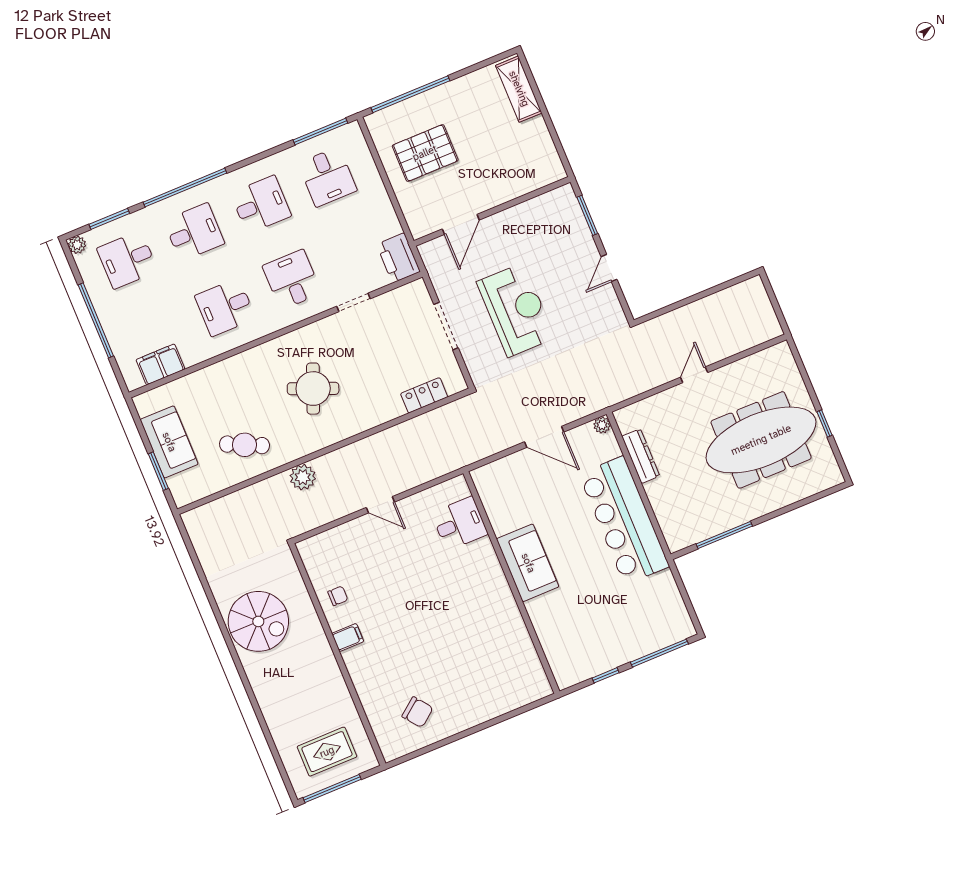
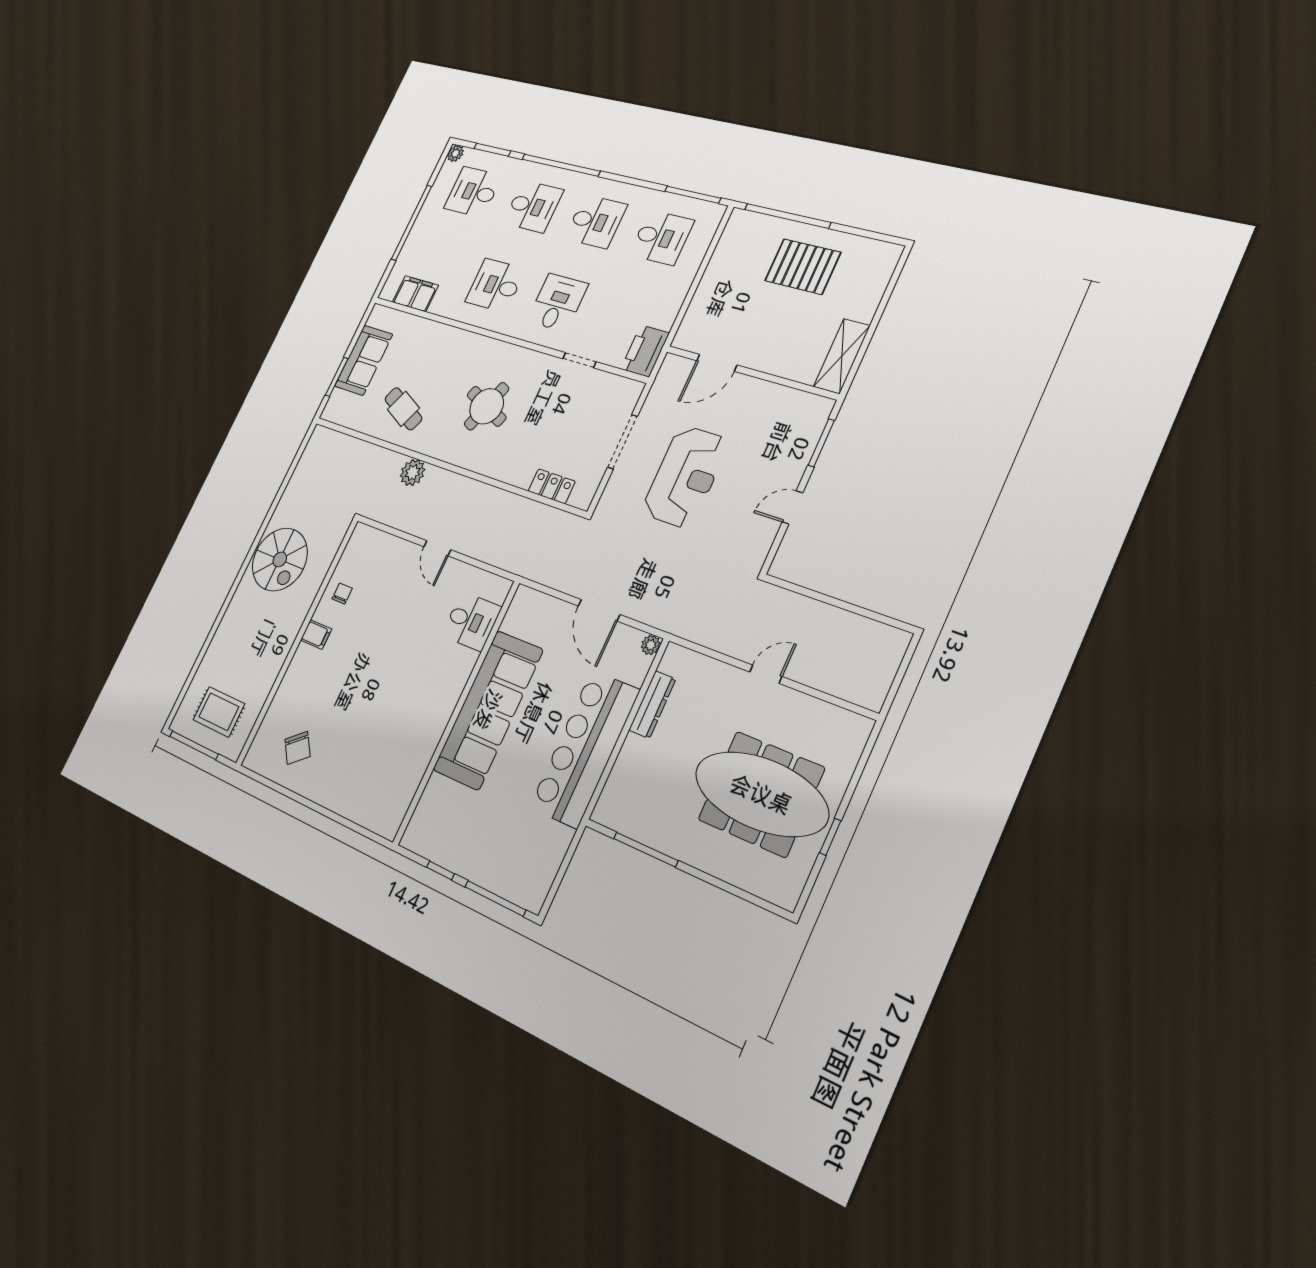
shelving: (519, 89) -> (842, 356), moved
pallet: (425, 153) -> (803, 267), moved
desk: (328, 177) -> (661, 238), turned -90
sofa: (528, 563) -> (488, 710), width x1.85, depth x1.27
chair: (338, 596) -> (342, 594), turned -90

